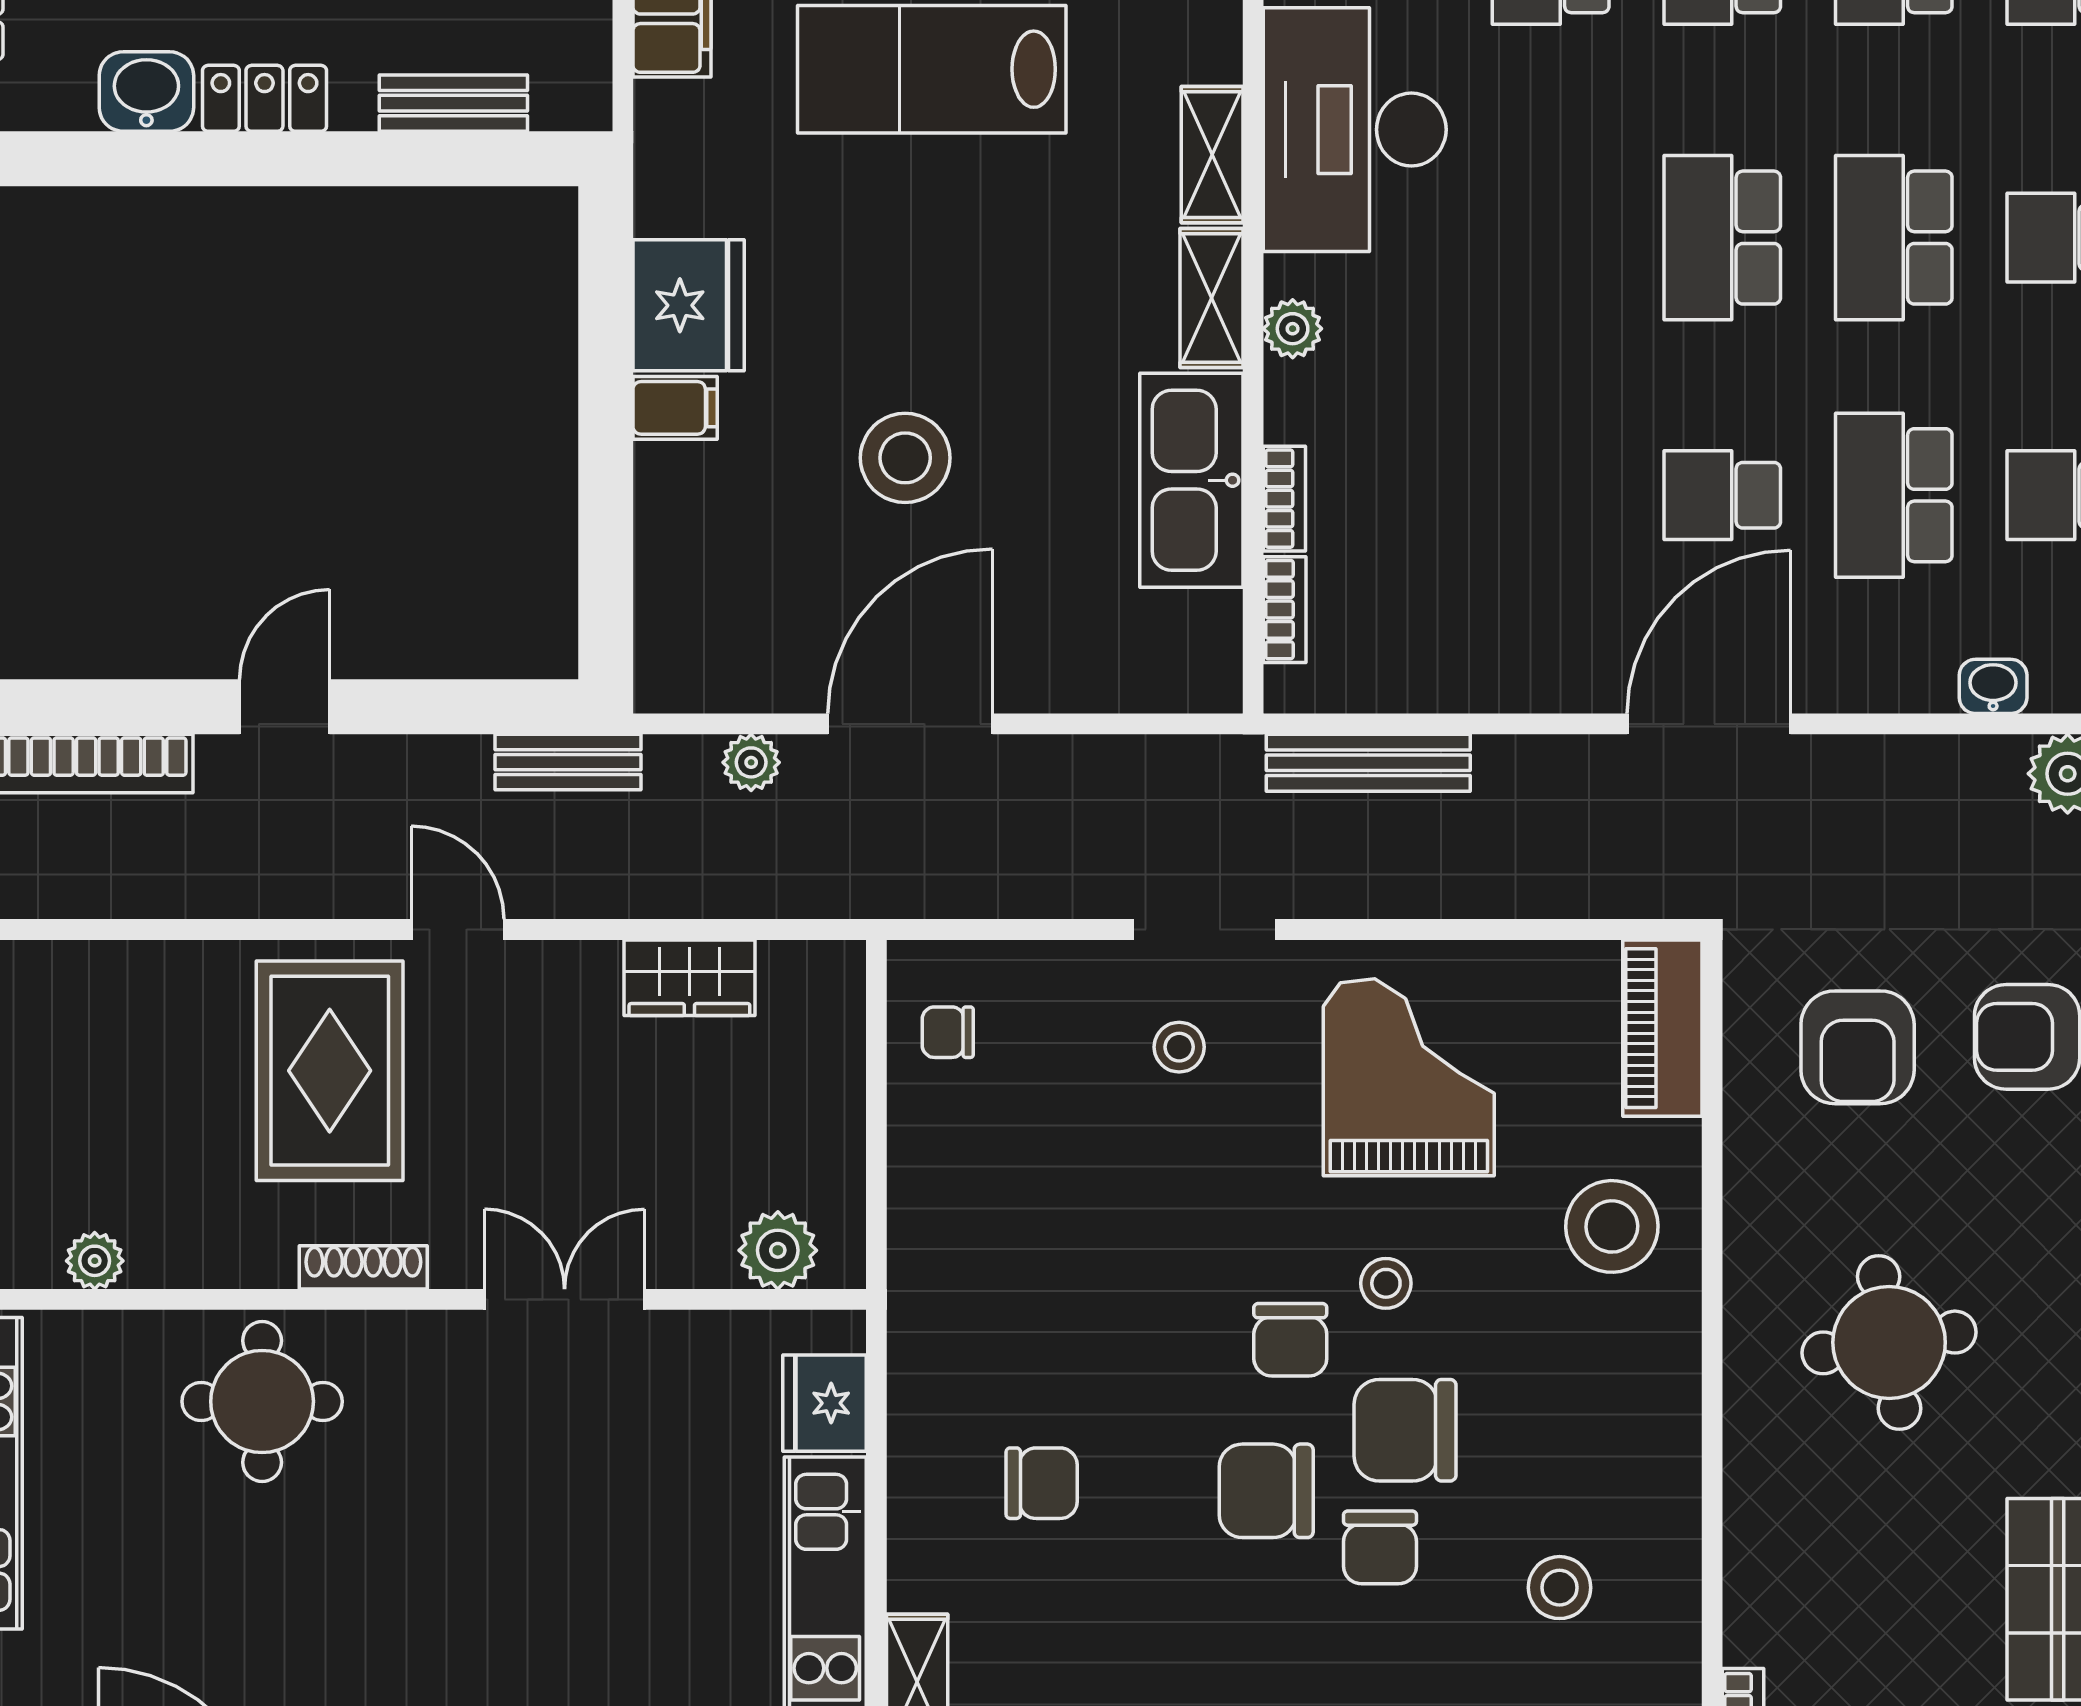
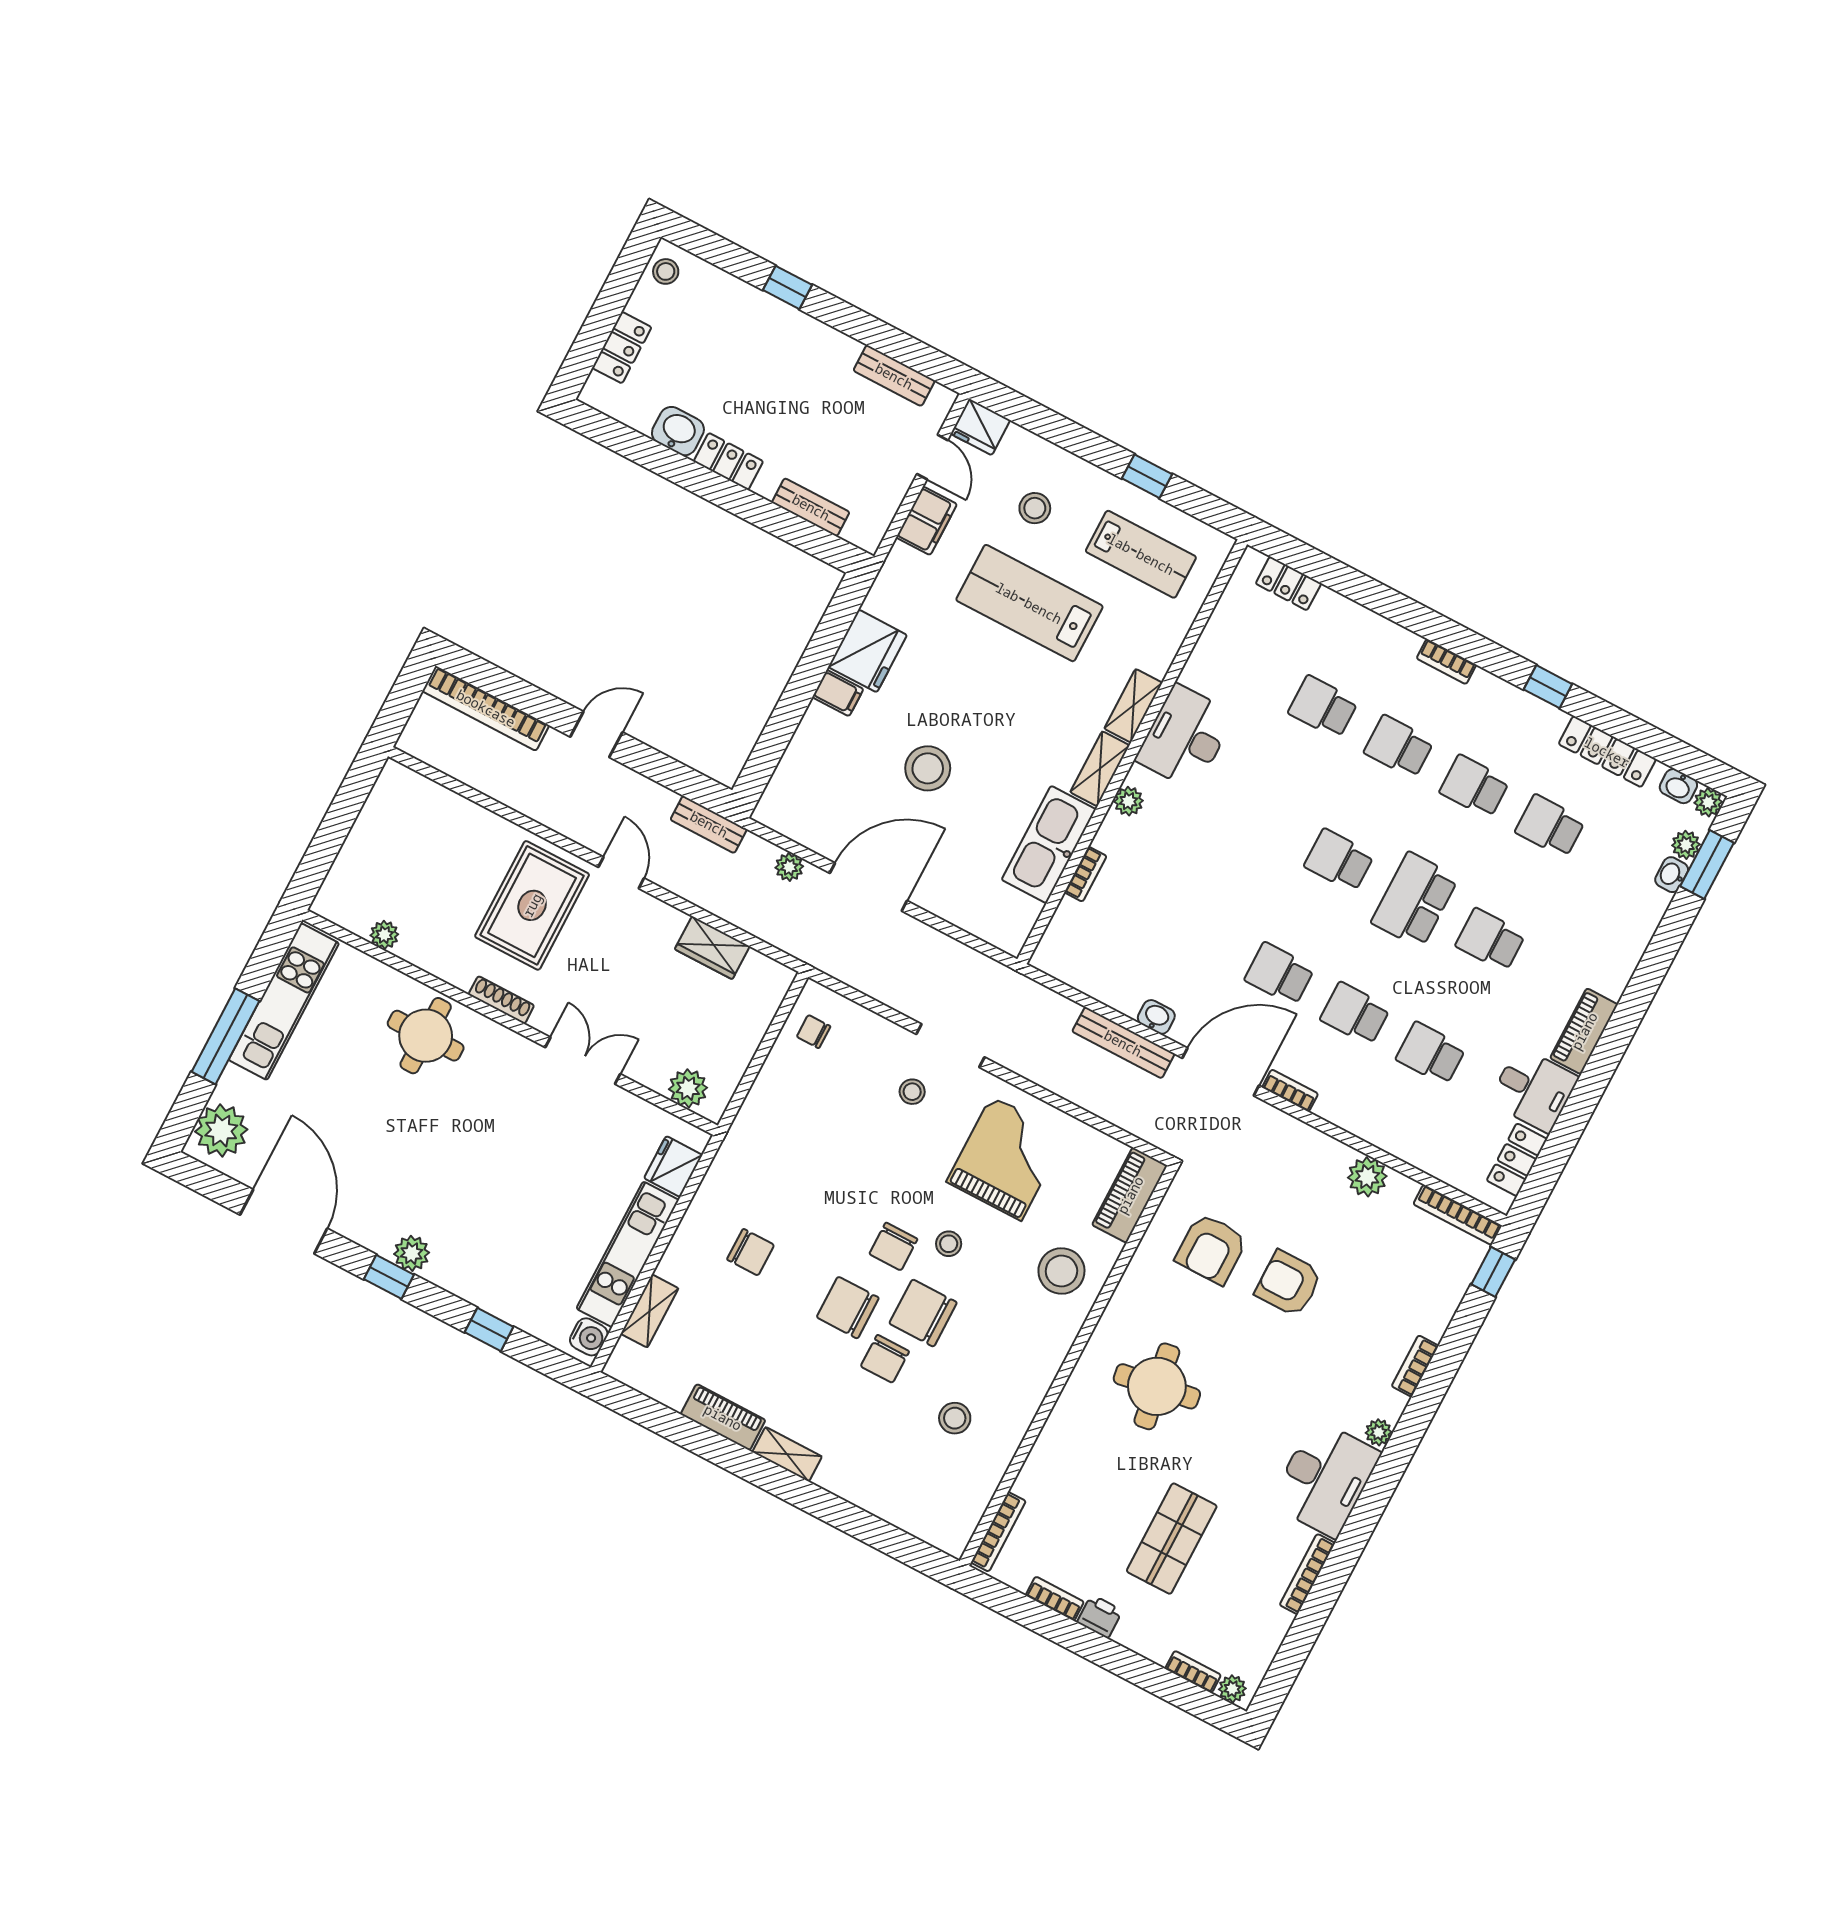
desk: (1355, 130) -> (1185, 737), width x0.73, depth x0.77
school desk: (1722, 238) -> (1339, 860), width x0.54
school desk: (1894, 495) -> (1355, 1014), width x0.54
bookcase: (1285, 610) -> (1290, 1091), moved, turned -90
washbasin: (1993, 686) -> (1156, 1017), moved
bench: (1368, 763) -> (1123, 1043), moved

